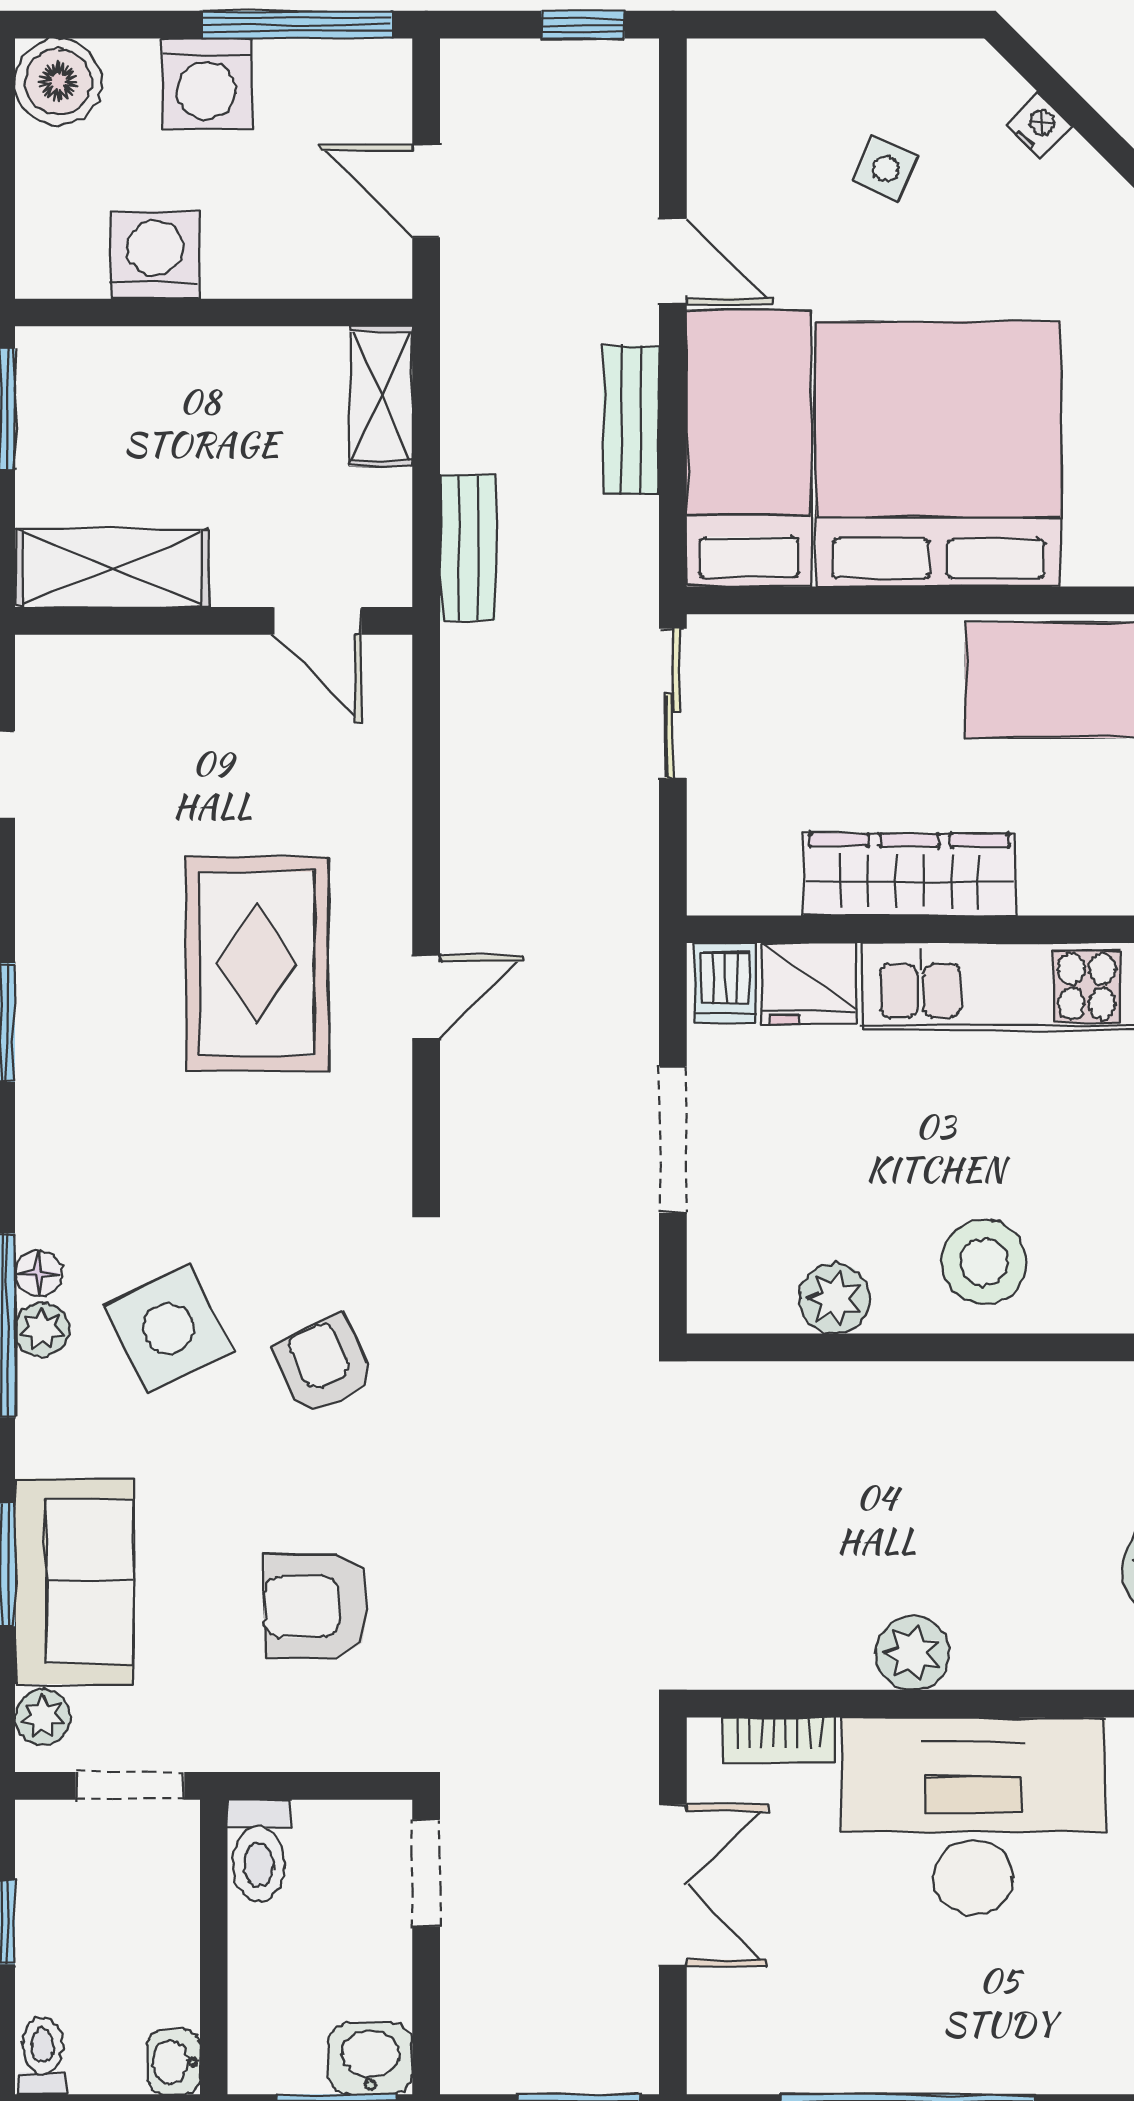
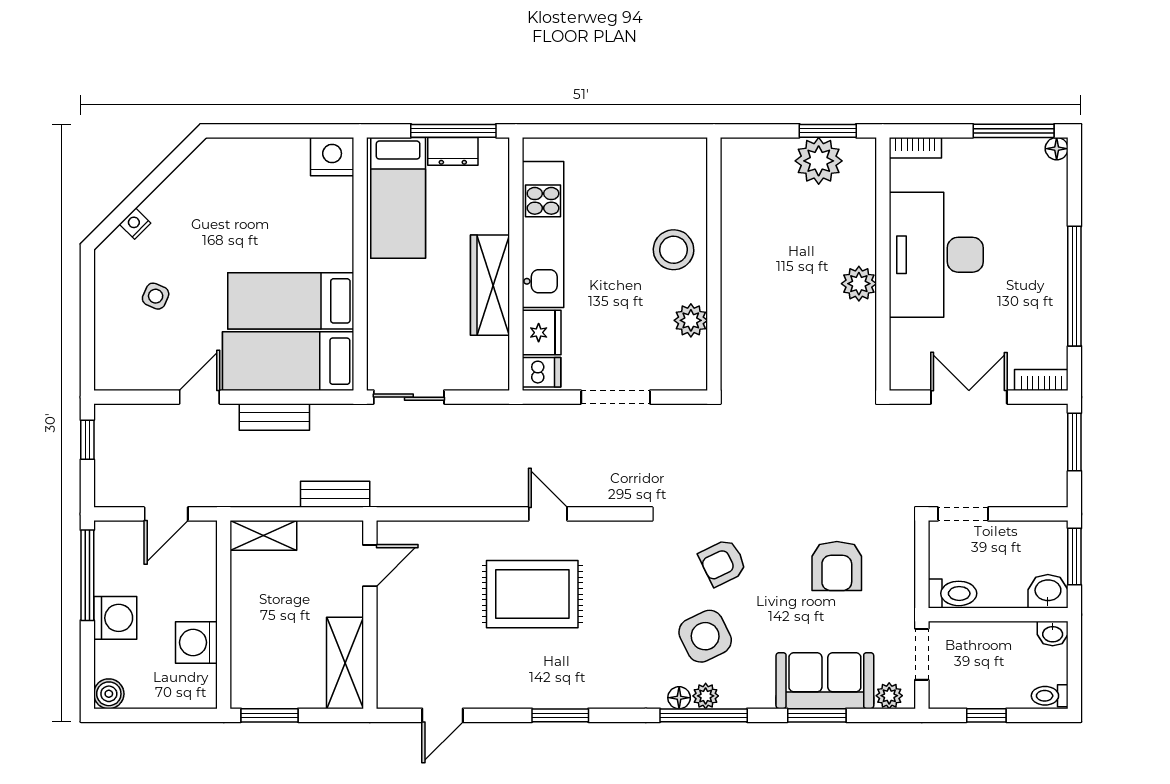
boiler: (58, 82) -> (109, 694), width x0.73, depth x0.73
bed: (938, 454) -> (291, 301), width x0.49
bookcase: (779, 1740) -> (1041, 380), moved, turned -90
washbasin: (370, 2059) -> (1048, 591), moved, turned 90

